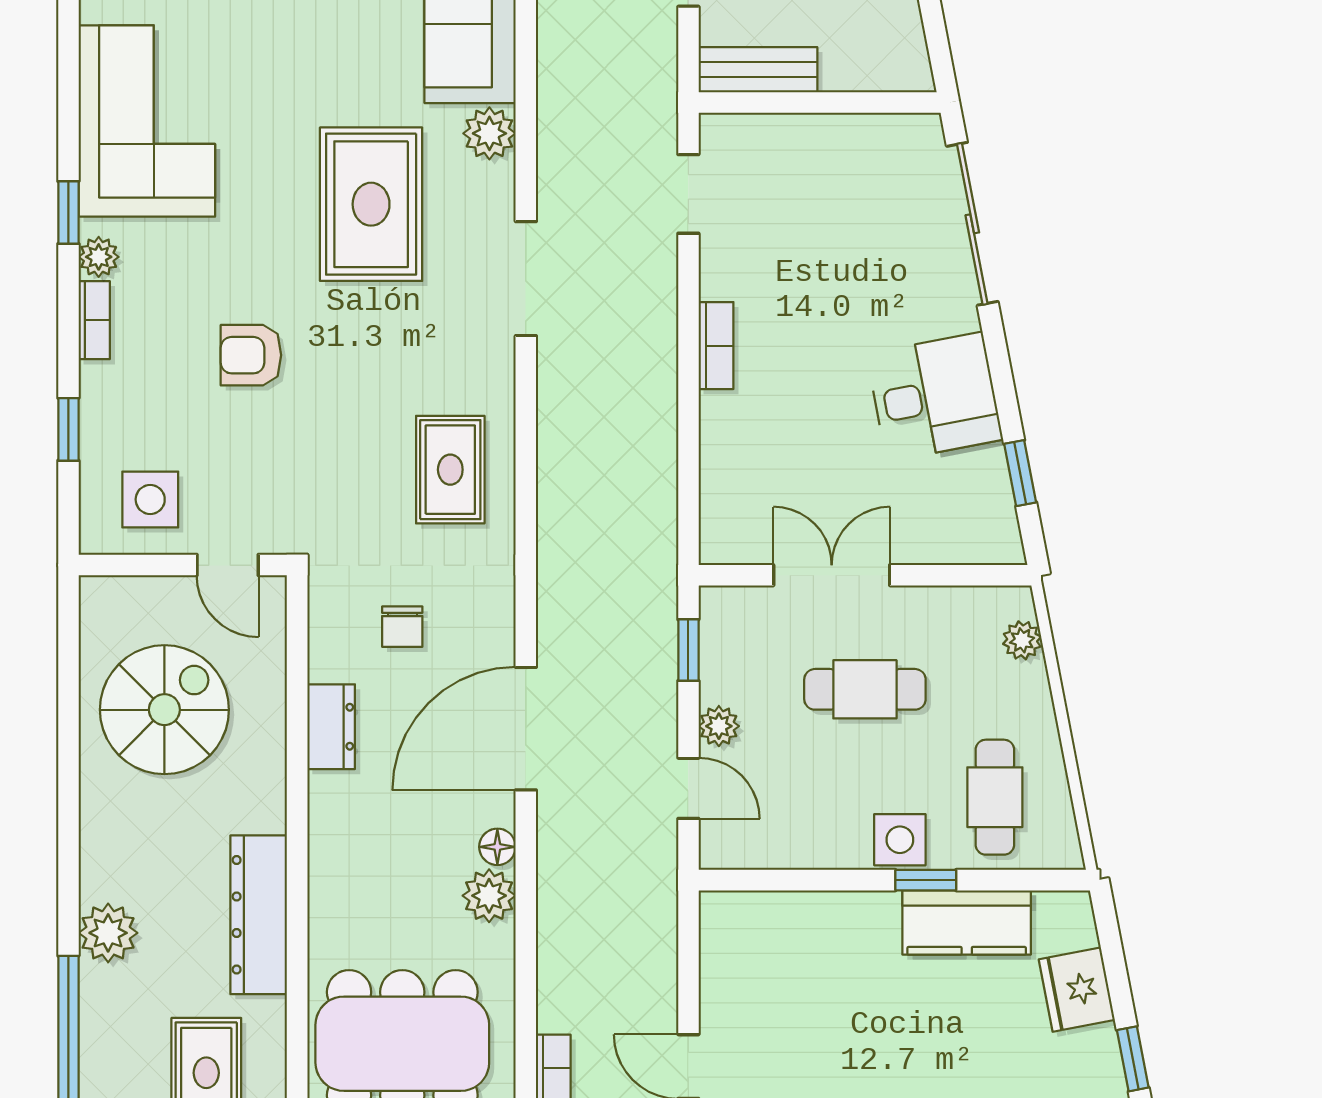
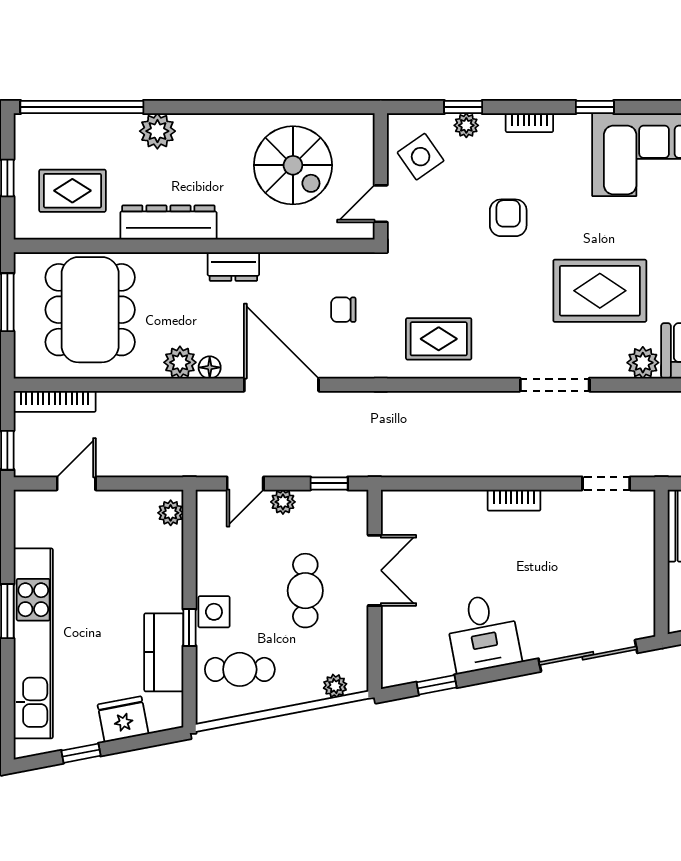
plant: (99, 257) -> (466, 125), moved
side table: (150, 499) -> (421, 157), turned -35
dresser: (331, 727) -> (233, 266), moved
plant: (737, 911) -> (171, 513), added

